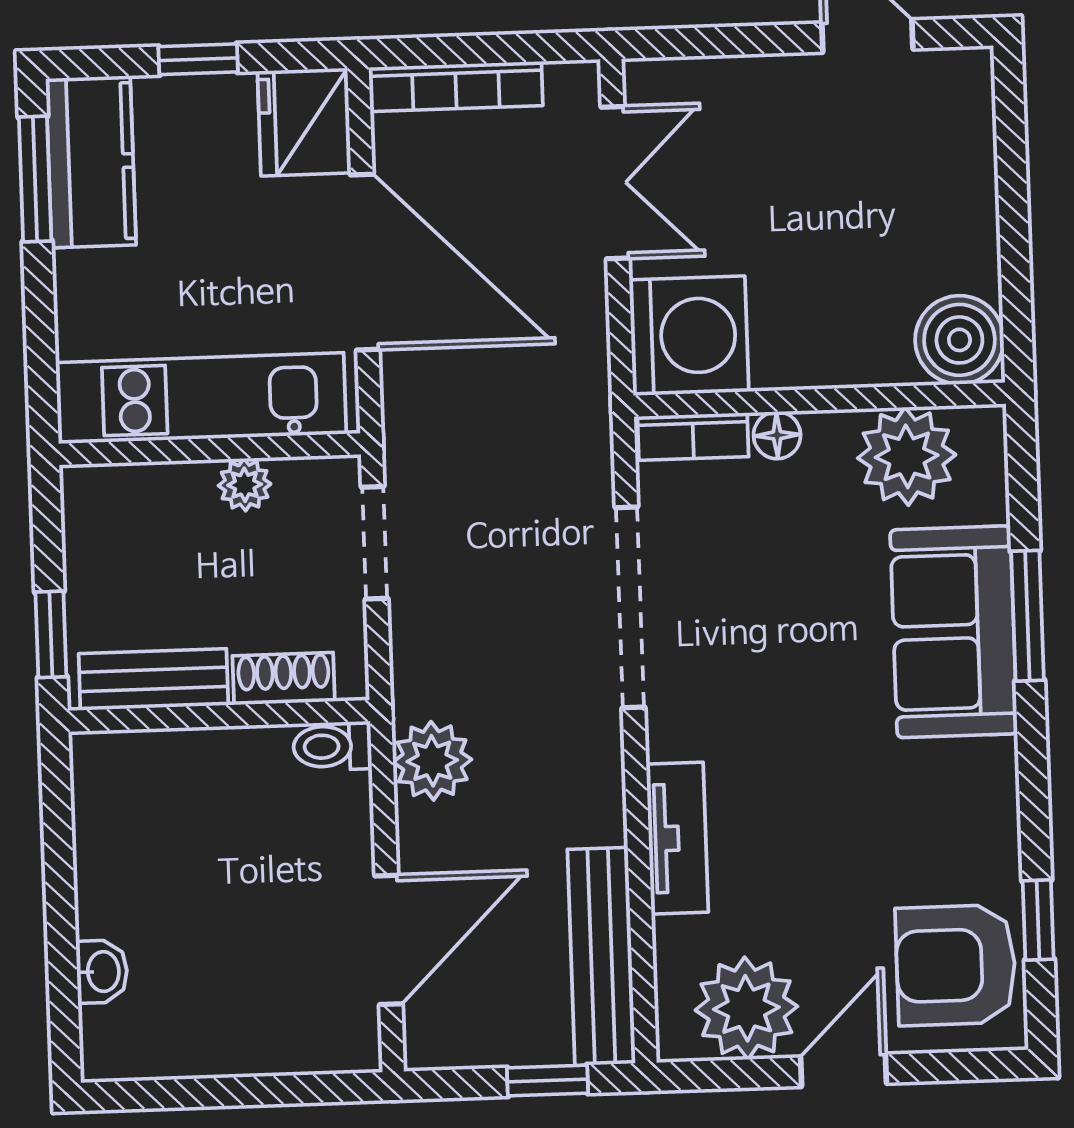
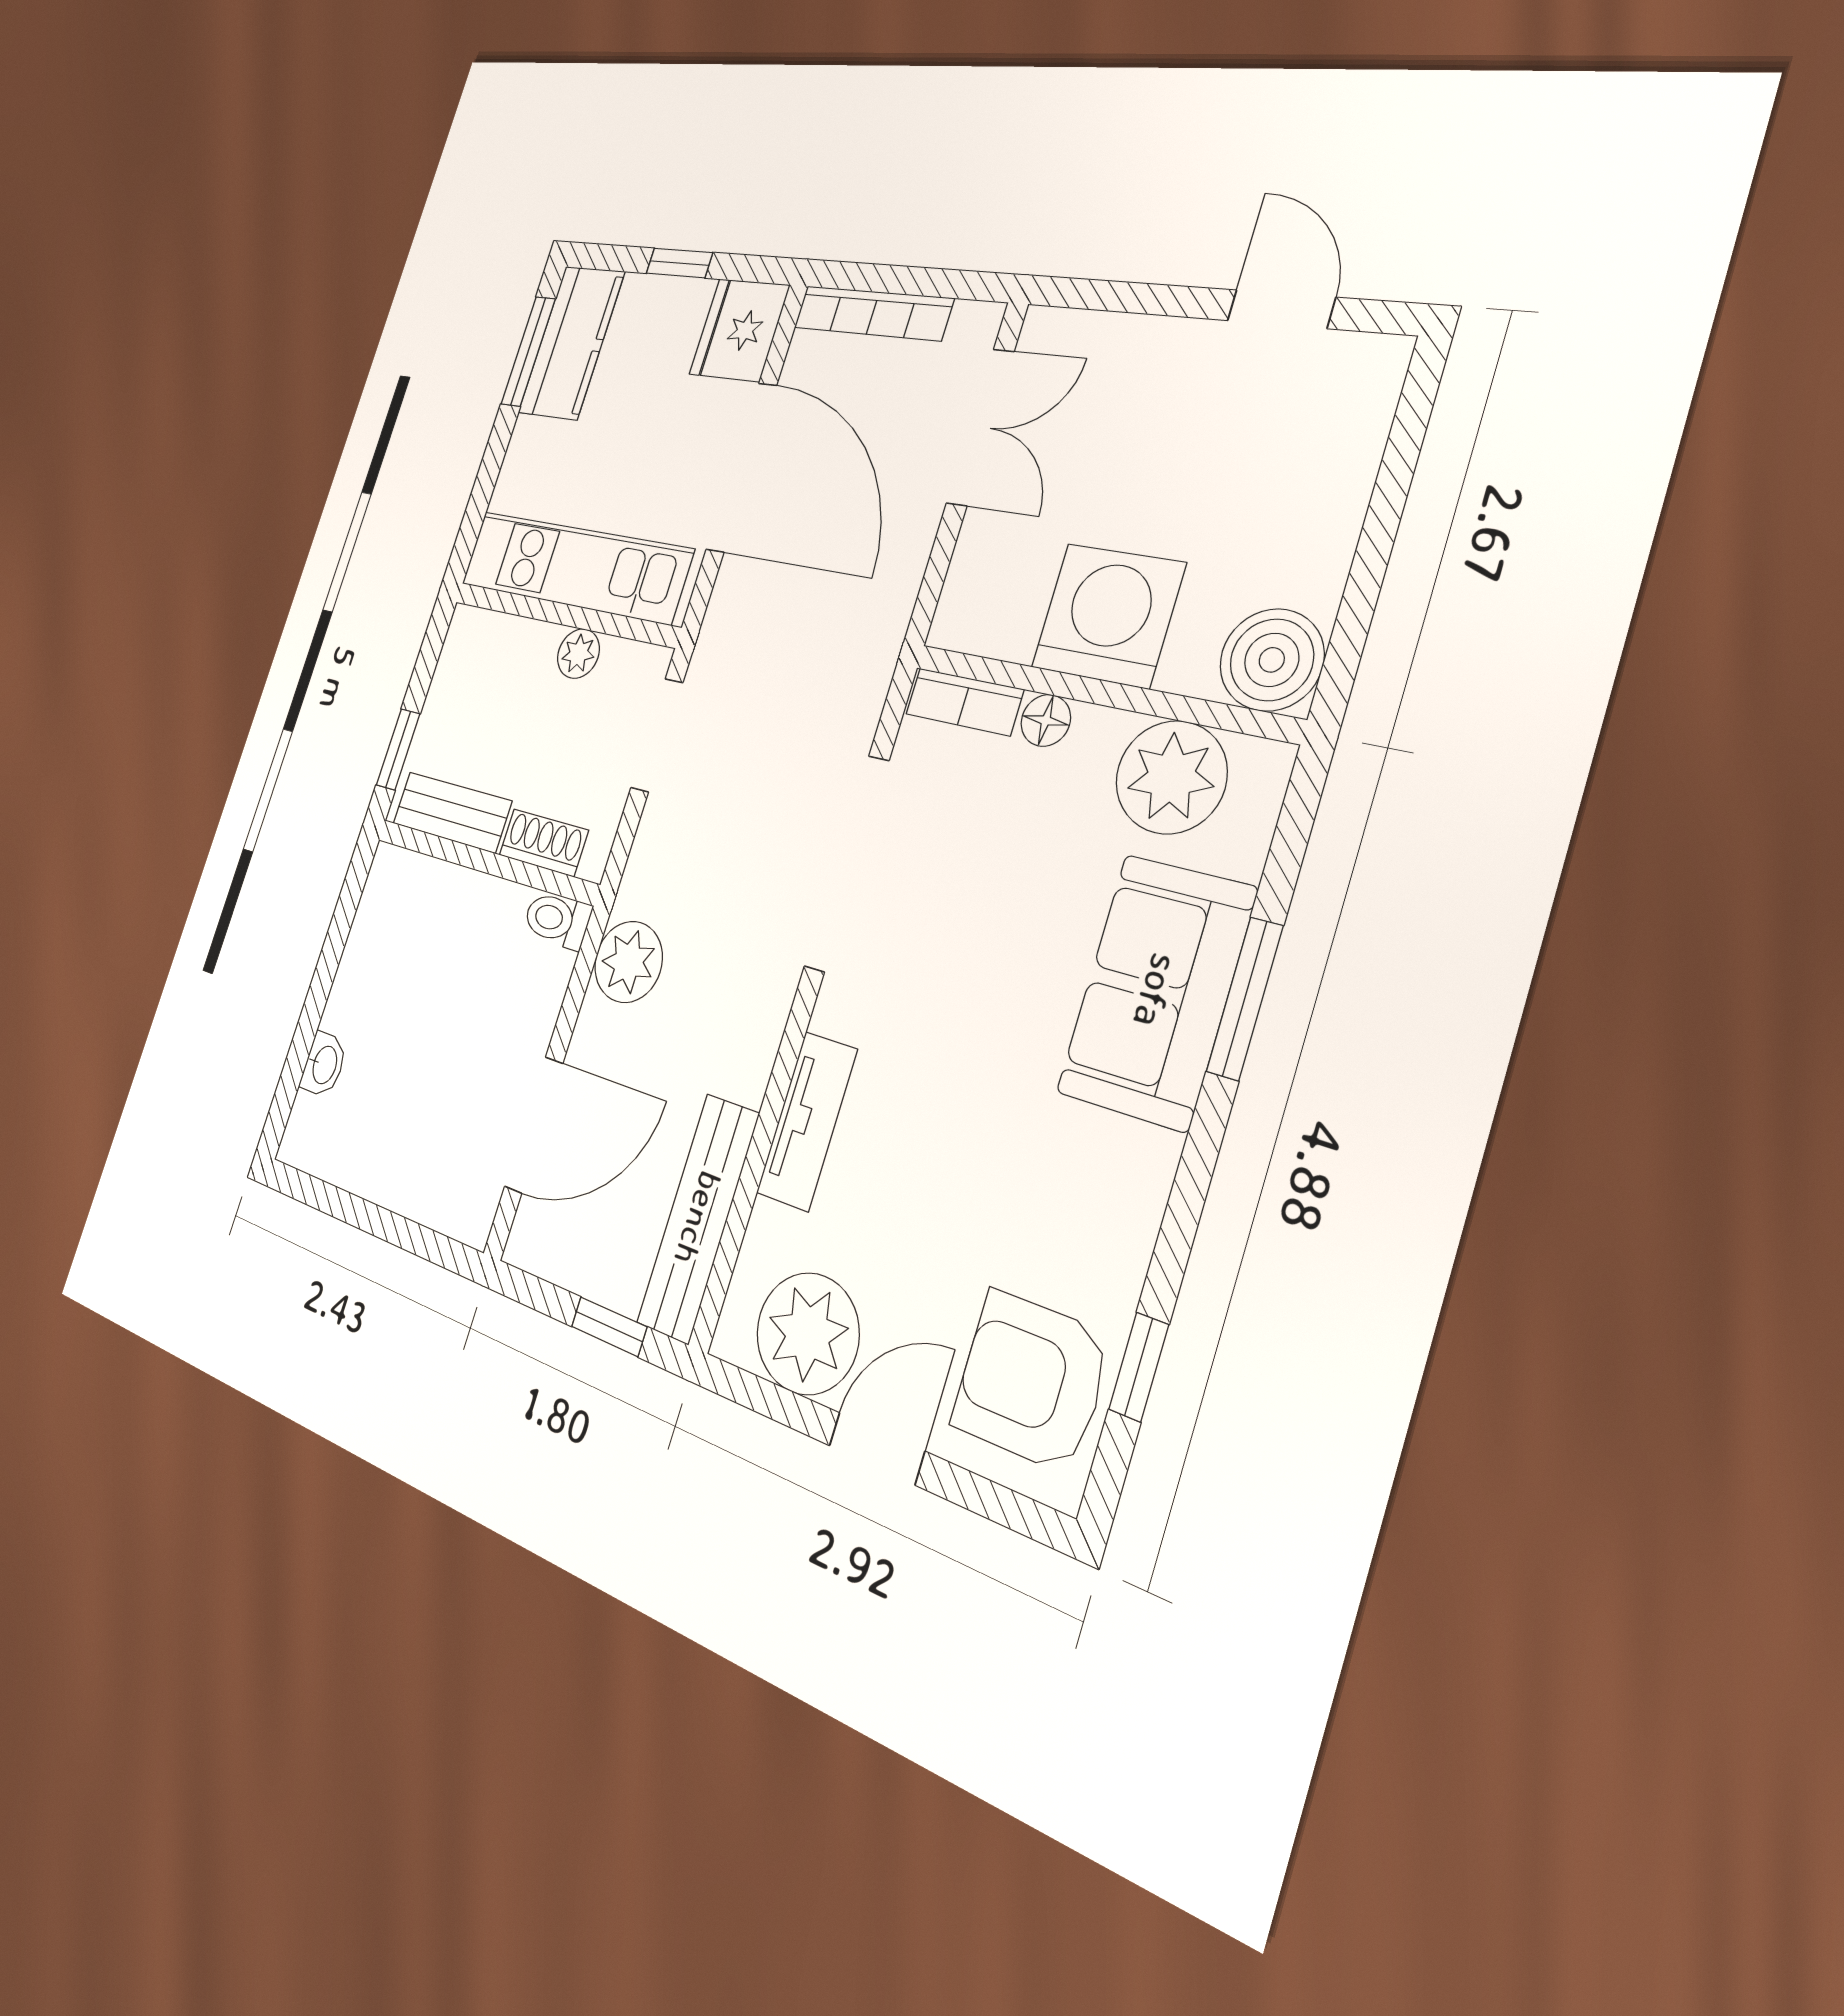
washing machine: (689, 336) -> (1108, 615), moved, turned -90

